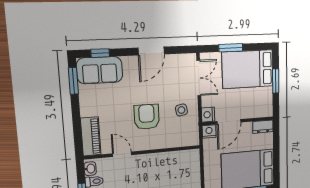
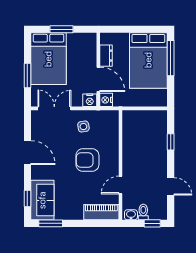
dresser: (263, 127) -> (106, 56), moved

